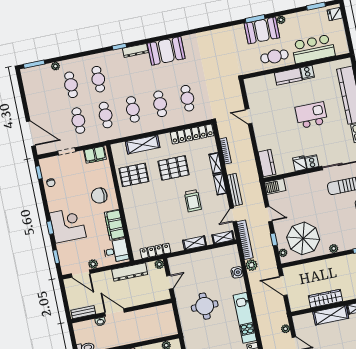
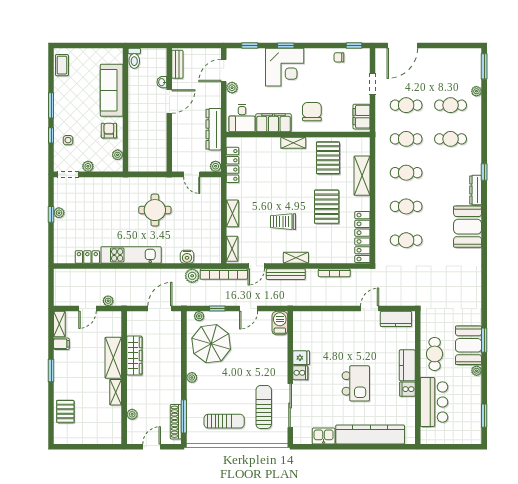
fridge: (335, 14) -> (470, 436), removed
shelving: (216, 163) -> (293, 143), moved
kitchen counter: (267, 163) -> (396, 319), moved
door: (233, 215) -> (256, 266), swing flipped

